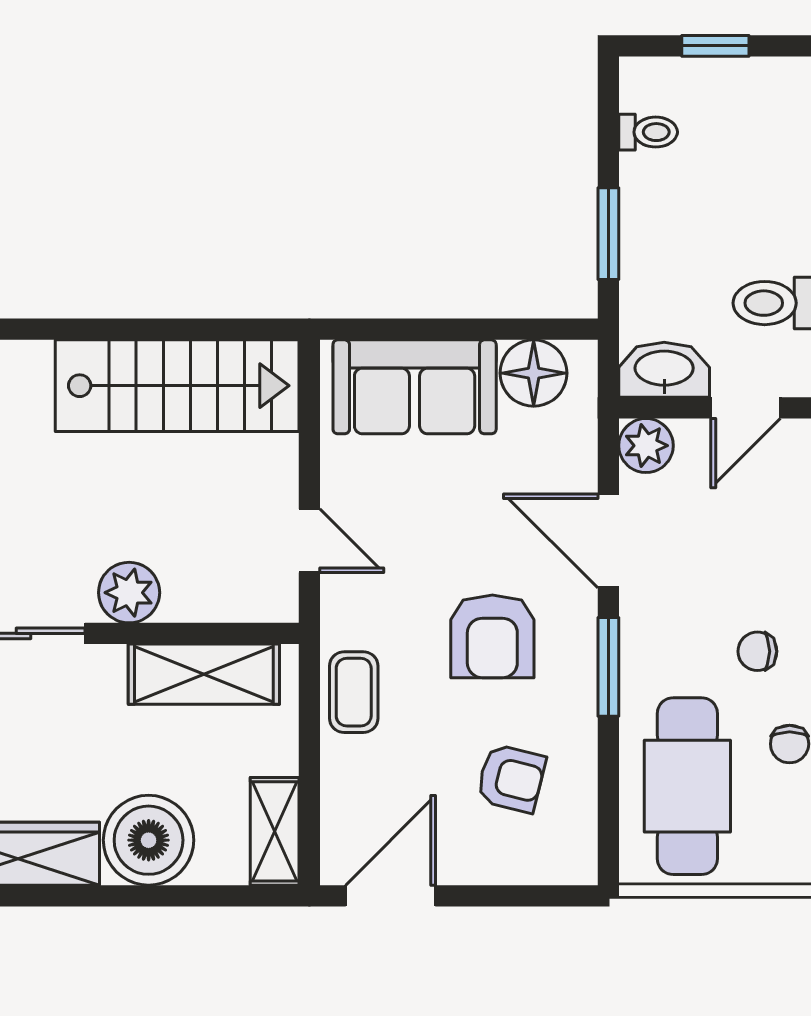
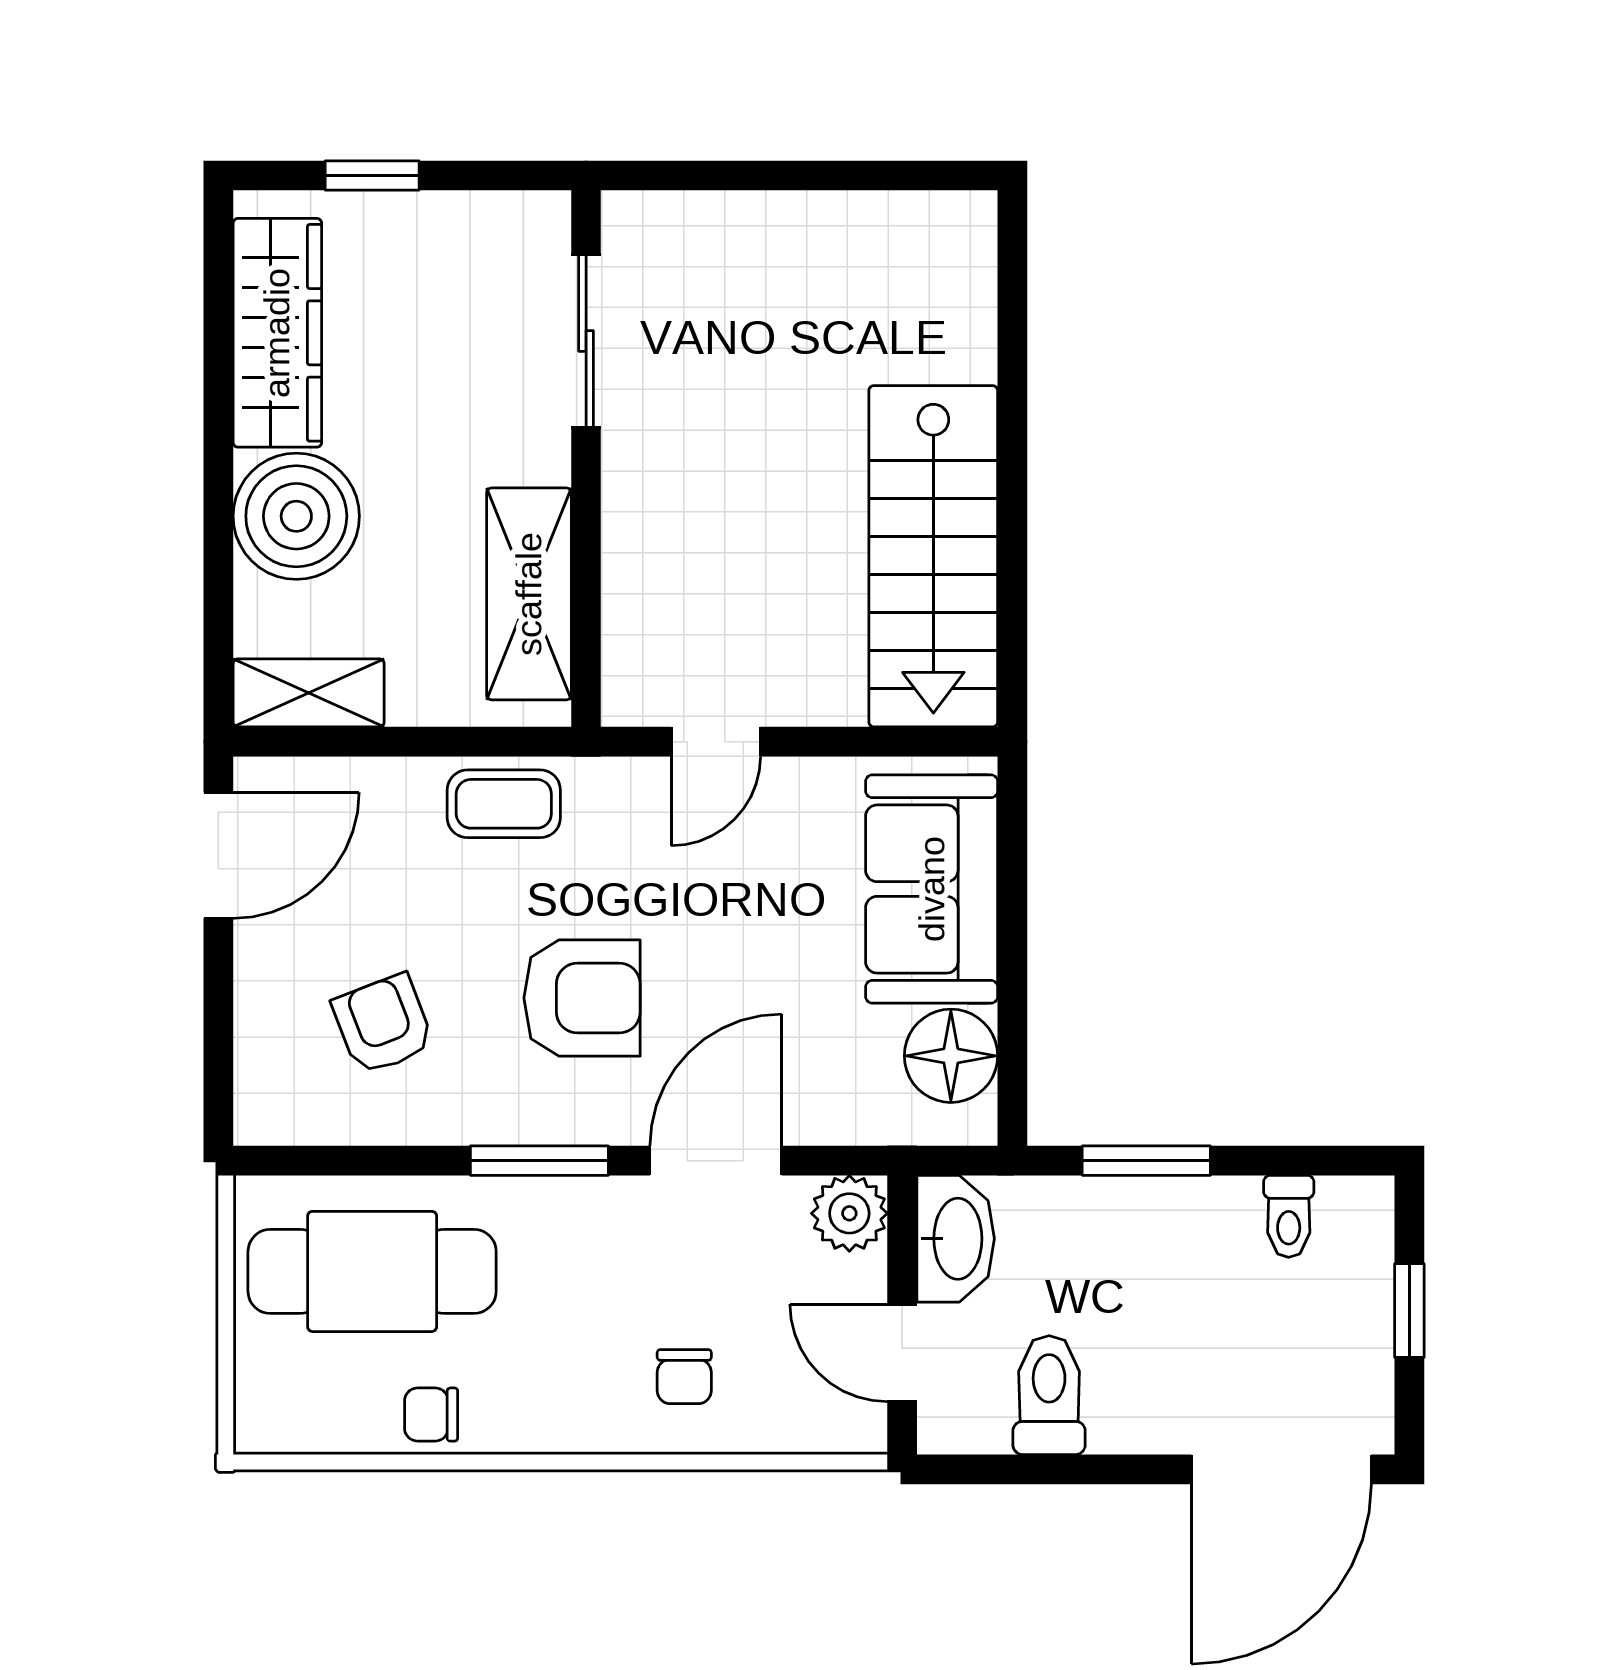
plant: (129, 593) -> (643, 489), removed
armchair: (492, 636) -> (582, 998), turned 180
chair: (757, 651) -> (684, 1377), moved, turned 180
armchair: (511, 778) -> (383, 1024), turned 145
door: (391, 896) -> (218, 855), hinge flipped

